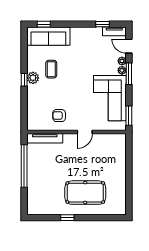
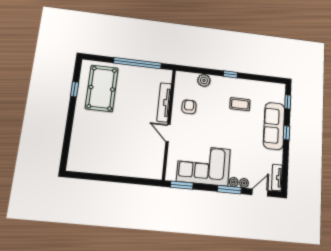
window: (102, 24) -> (286, 133), moved
sofa: (48, 36) -> (274, 126), moved
plant: (33, 78) -> (204, 80), moved
tv unit: (45, 138) -> (164, 102), moved
pool table: (85, 193) -> (102, 88), moved
window: (67, 218) -> (75, 89), moved

